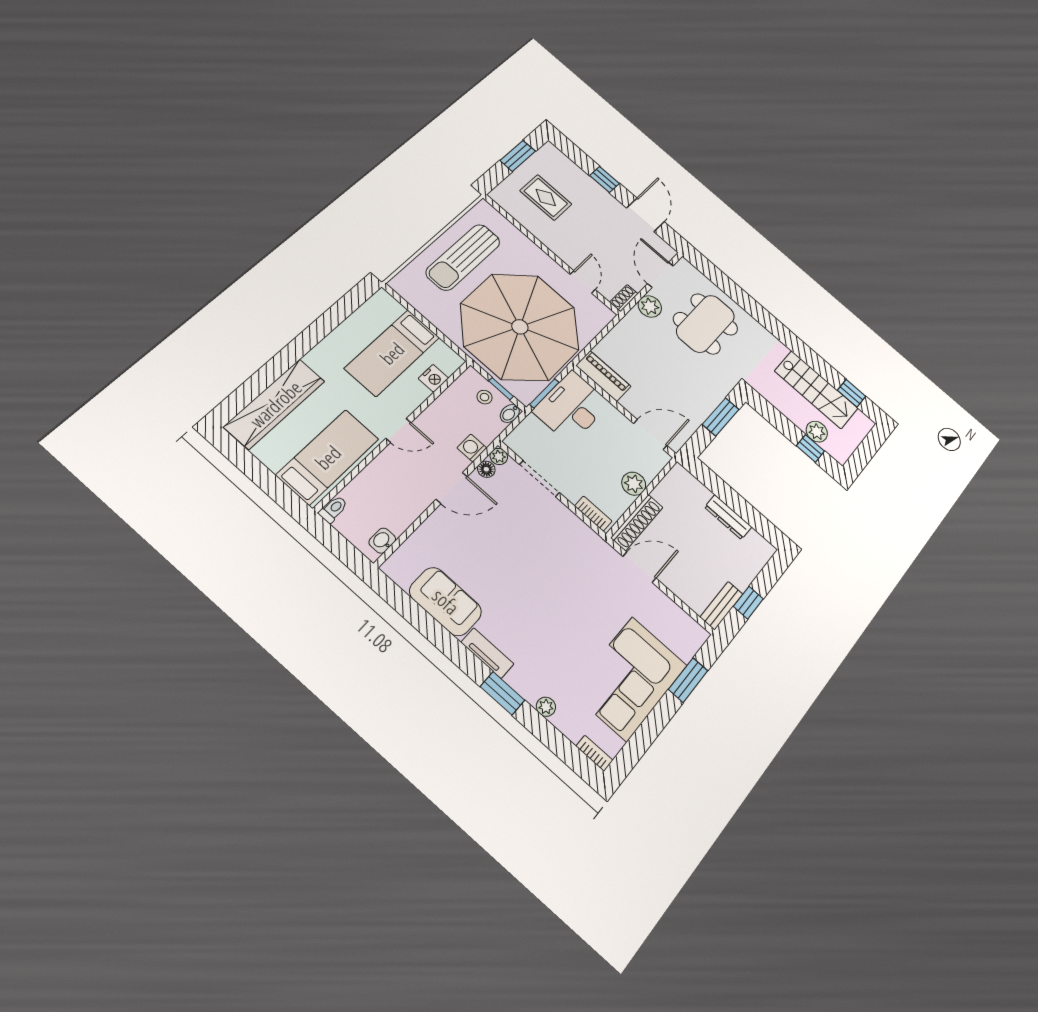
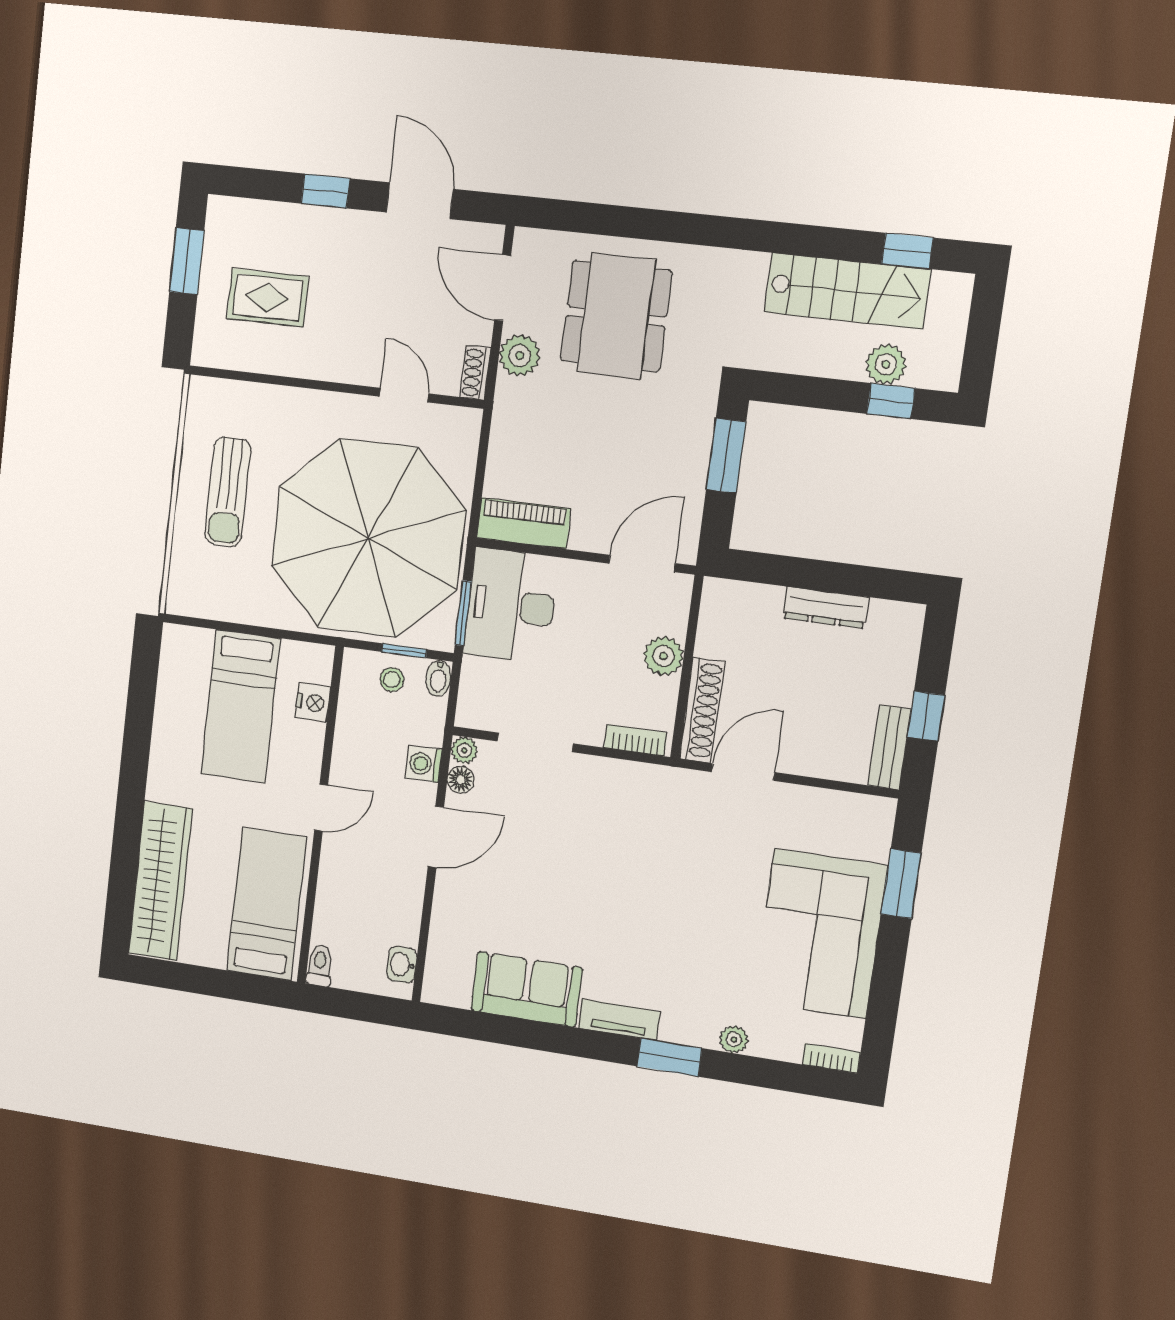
sun lounger: (463, 257) -> (228, 492), width x0.73, depth x0.75

